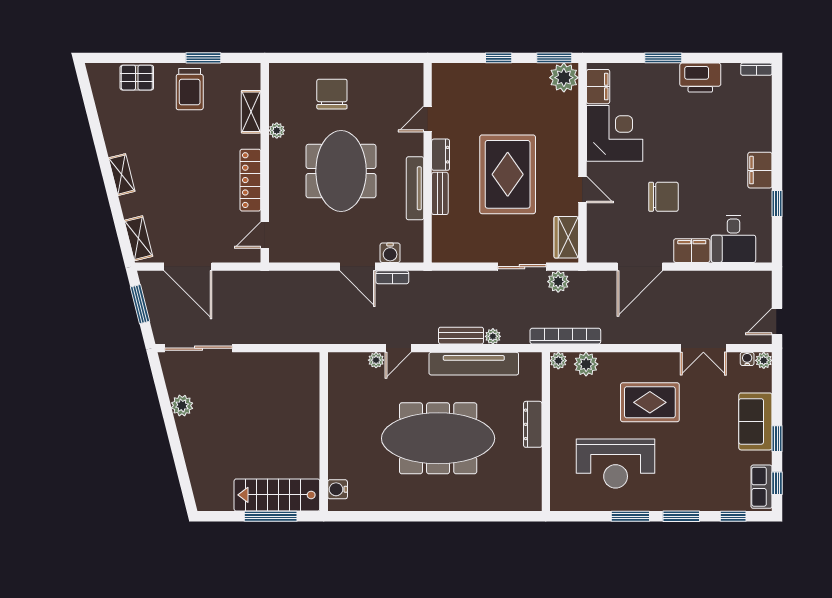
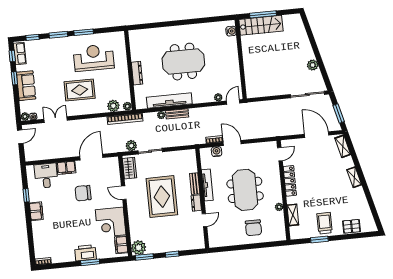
printer: (700, 78) -> (85, 253), moved
door: (398, 348) -> (233, 102), moved
meeting table: (438, 438) -> (183, 62), width x0.73

